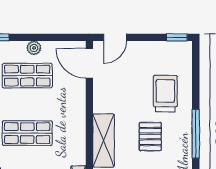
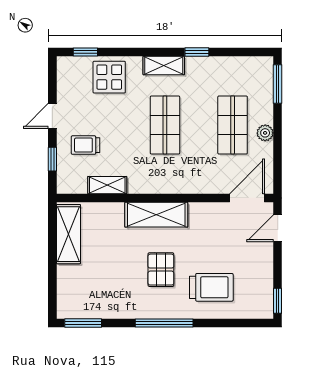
door: (115, 37) -> (278, 228), hinge flipped
pallet: (150, 137) -> (161, 270), turned 90

